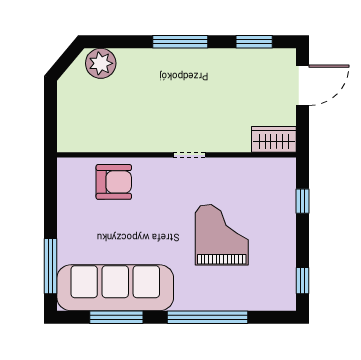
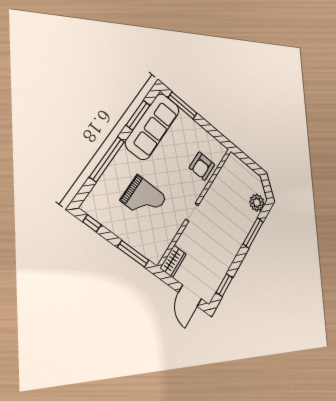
window: (180, 42) -> (253, 233), moved
window: (303, 201) -> (133, 254), width x2.17

